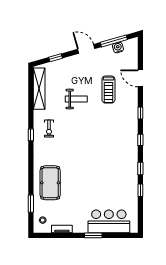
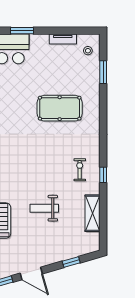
shelving: (39, 89) -> (93, 213), width x0.68
window: (31, 135) -> (103, 175), moved
pool table: (50, 183) -> (60, 108), moved, turned 90

